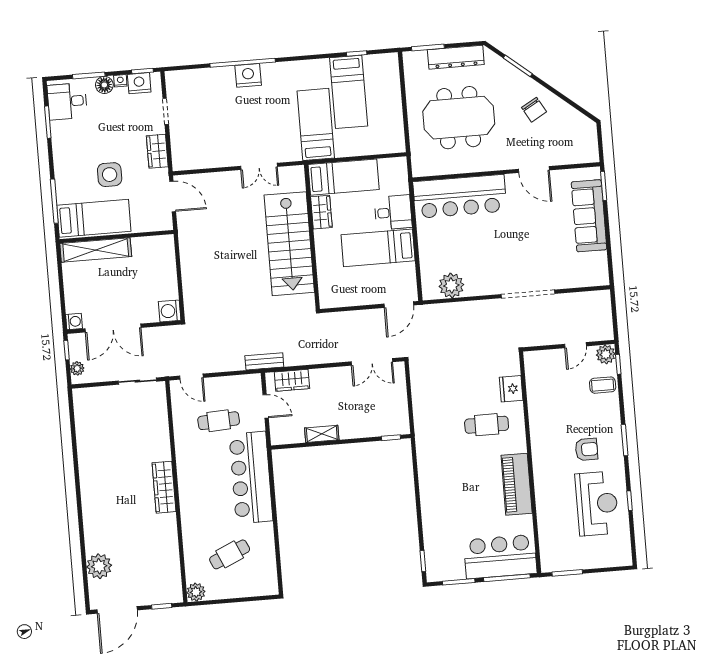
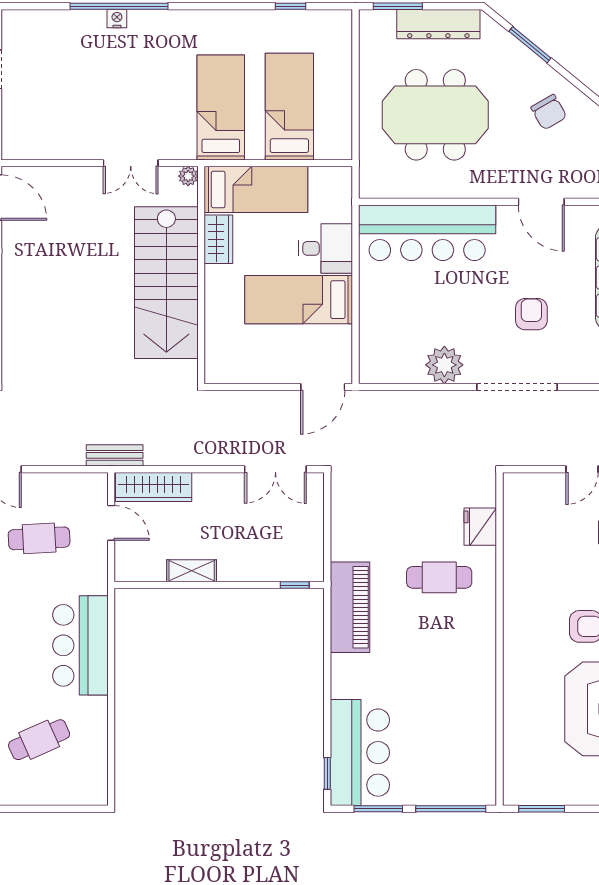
nightstand: (248, 75) -> (117, 19), width x0.53, depth x0.56
bed: (349, 92) -> (289, 107), moved, turned 180
plant: (298, 172) -> (188, 176), added
armchair: (533, 245) -> (531, 314), added
plant: (451, 286) -> (444, 365), moved
wardrobe: (292, 380) -> (154, 487), width x1.50
bar counter: (251, 477) -> (80, 645), width x0.73
piano: (517, 484) -> (350, 607), moved, turned 180
bar counter: (500, 557) -> (360, 753), moved, turned 90

